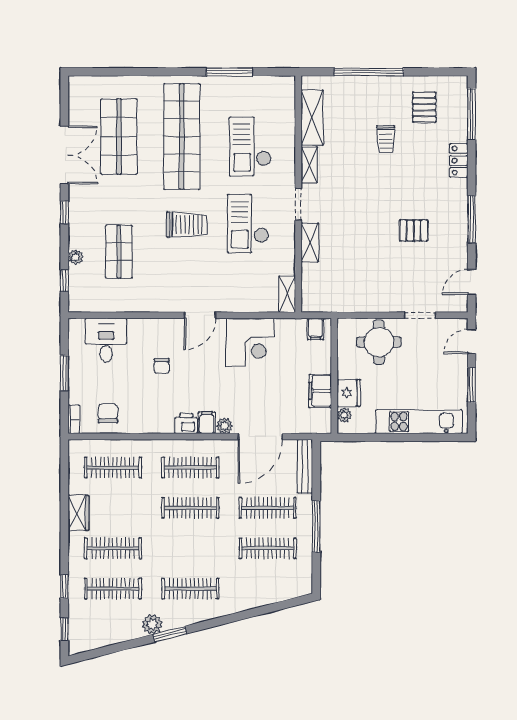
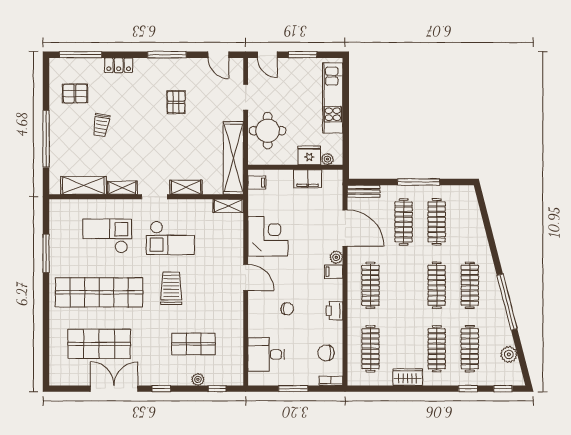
trolley: (386, 139) -> (101, 125), turned 99
checkout: (250, 146) -> (107, 236), turned 180
shelving: (346, 300) -> (233, 158), added
printer: (186, 424) -> (334, 311), moved
bench: (305, 466) -> (364, 191), width x0.73
clothes rail: (190, 508) -> (437, 285), moved
plant: (152, 624) -> (509, 354), moved
window: (170, 634) -> (507, 302), width x2.11

